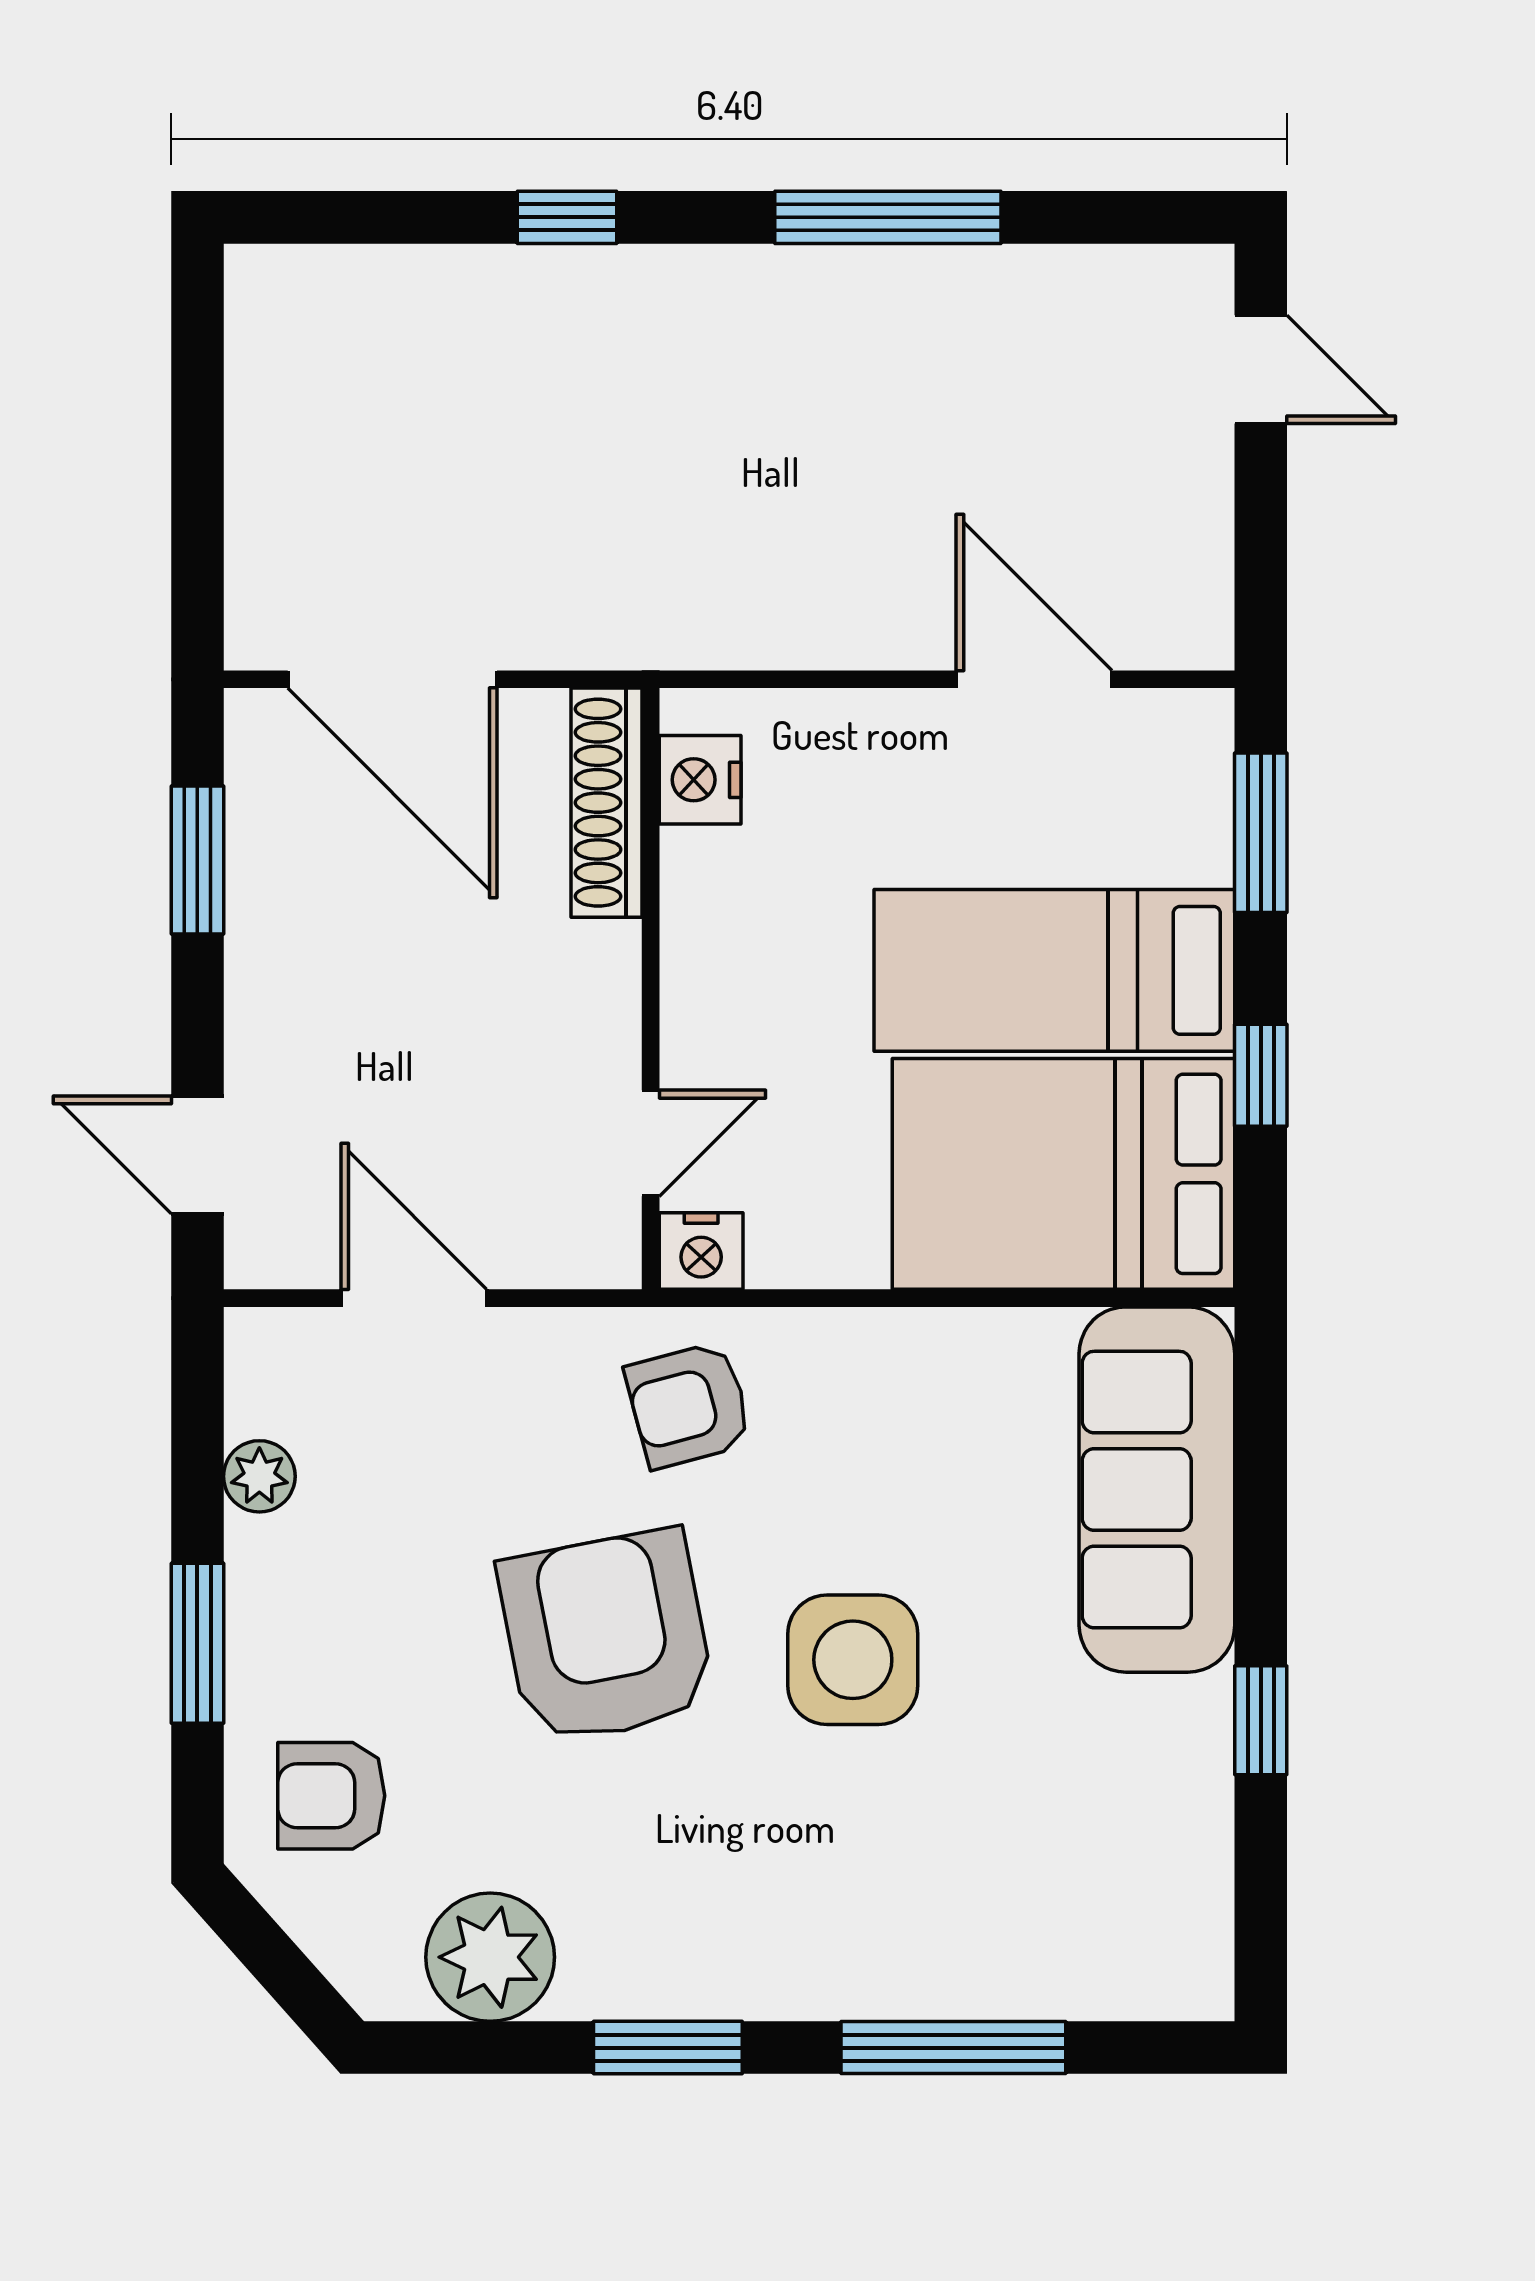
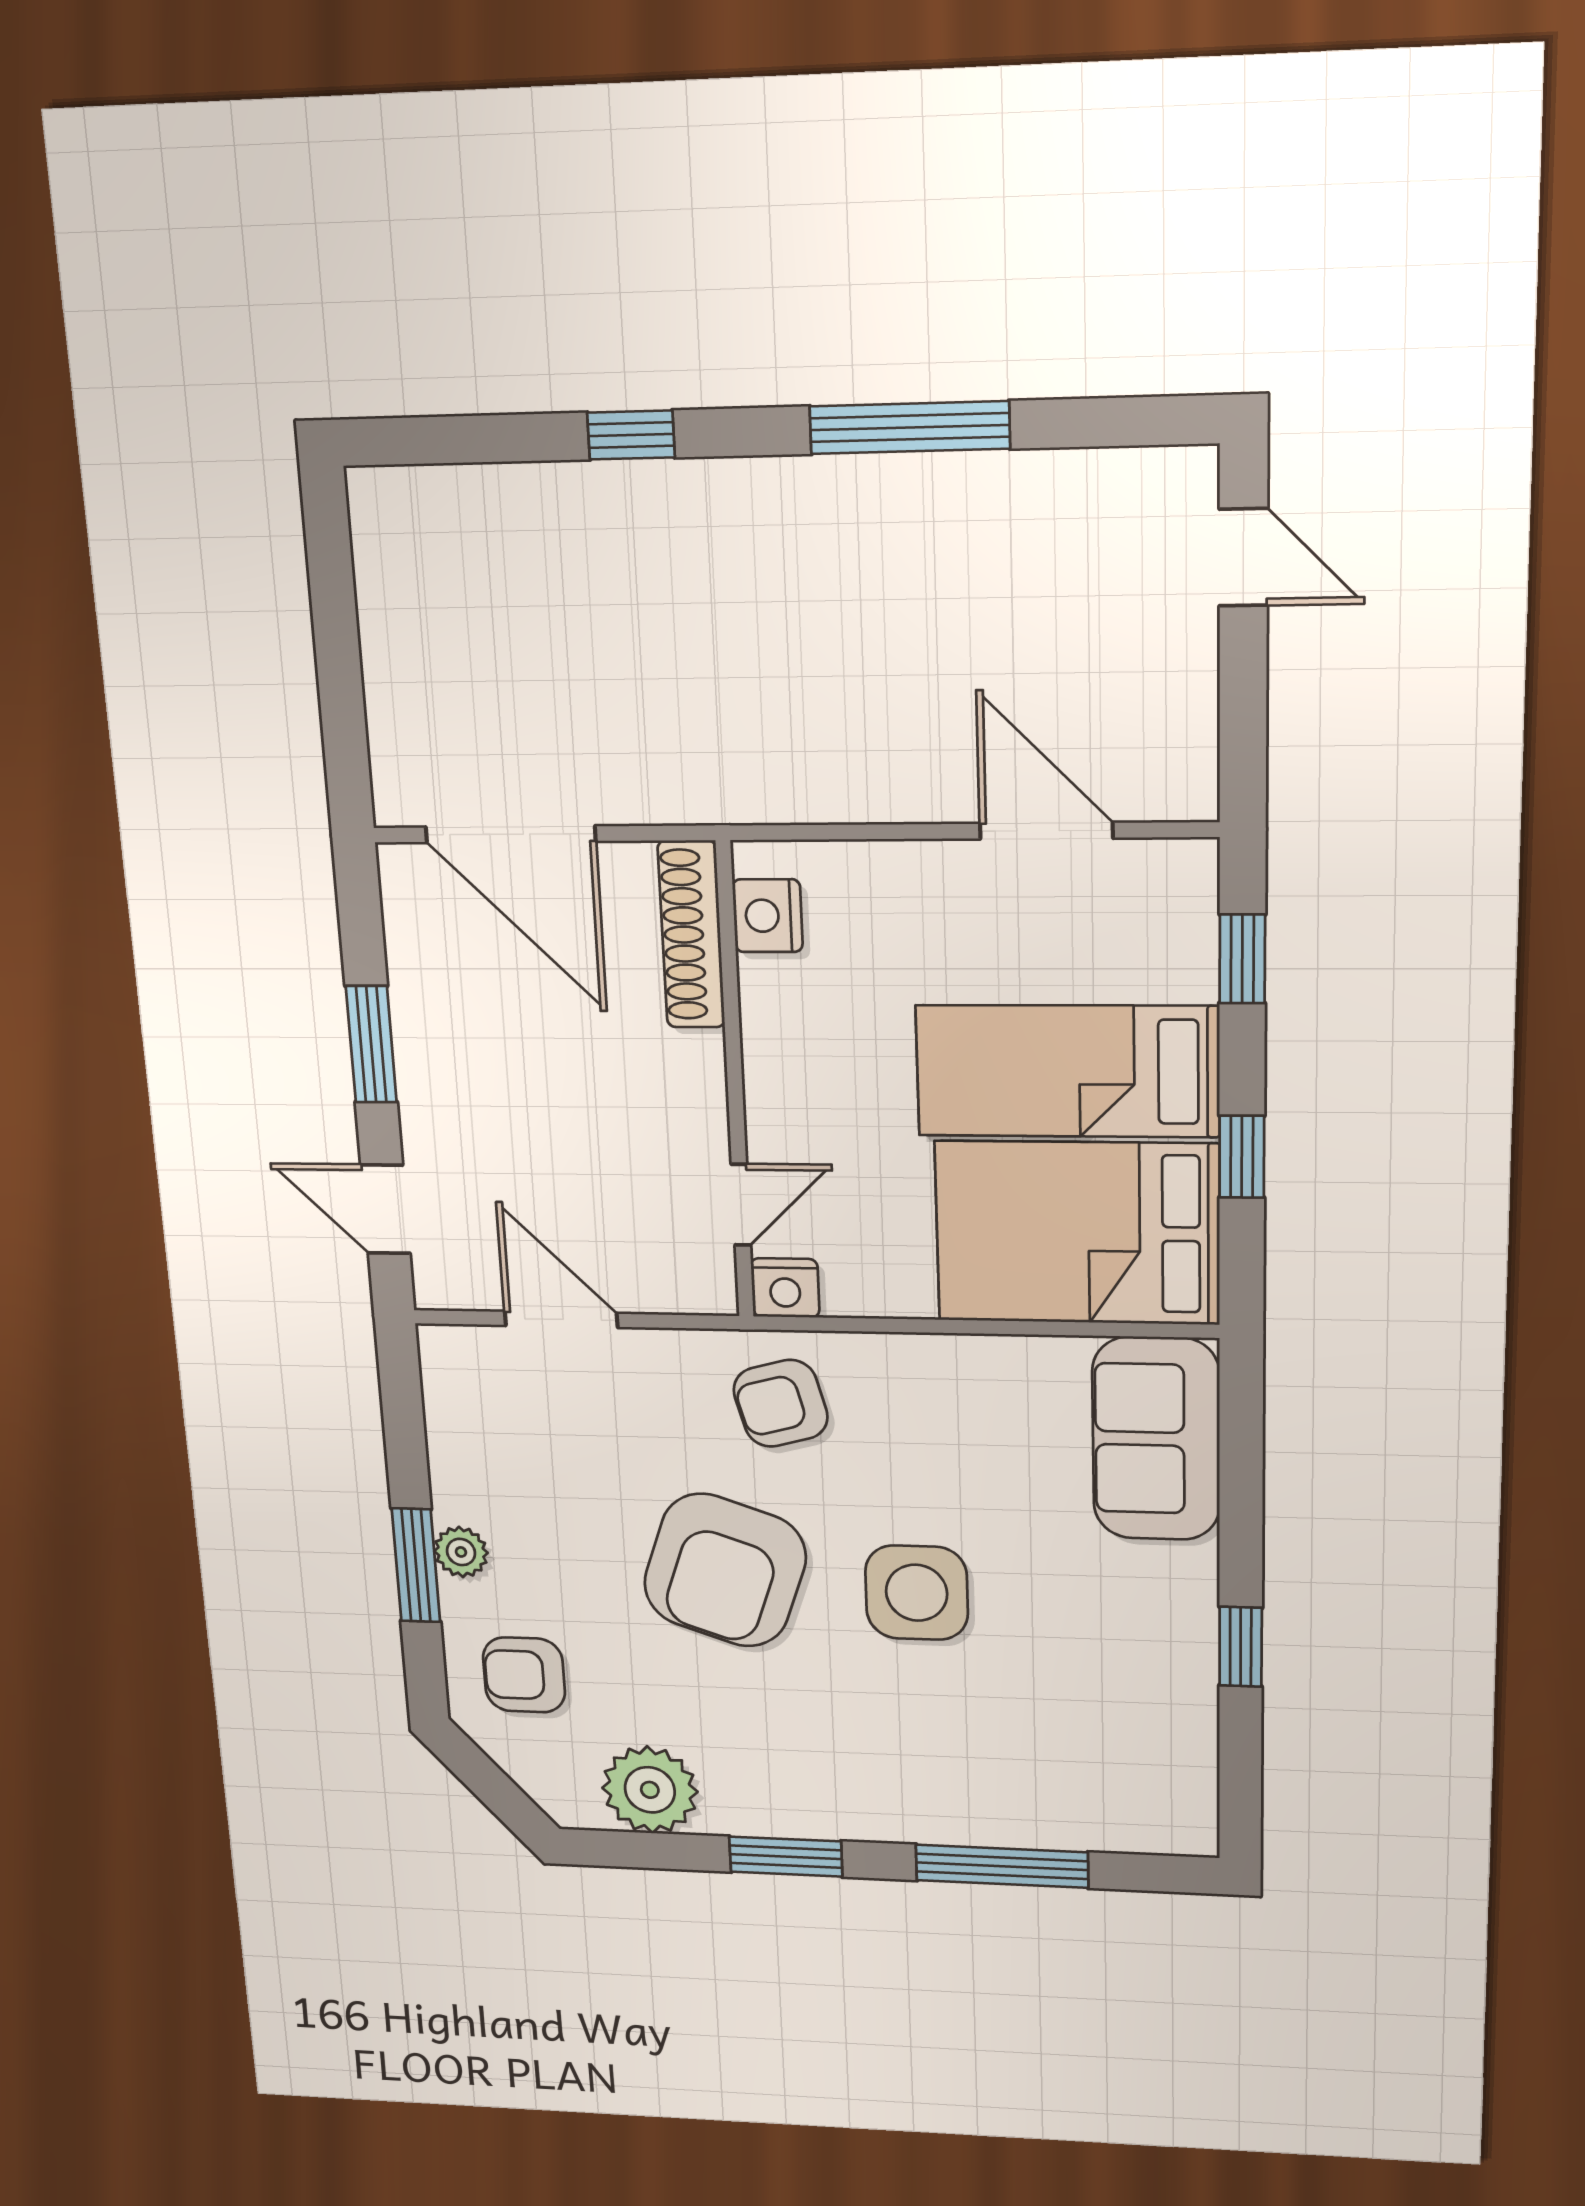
window: (1261, 833) -> (1242, 959), width x0.67
window: (197, 860) -> (371, 1044), moved
plant: (259, 1476) -> (461, 1552), moved
sofa: (1157, 1490) -> (1156, 1439), width x0.73
armchair: (606, 1637) -> (725, 1570), turned -150

